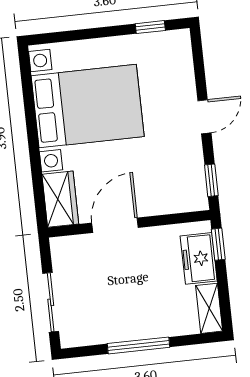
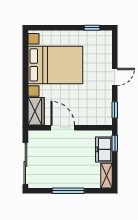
door: (115, 225) -> (63, 128), hinge flipped
sliding door: (51, 302) -> (25, 164), width x1.37

